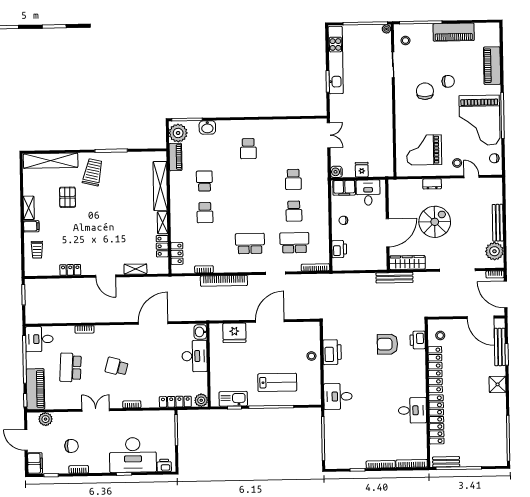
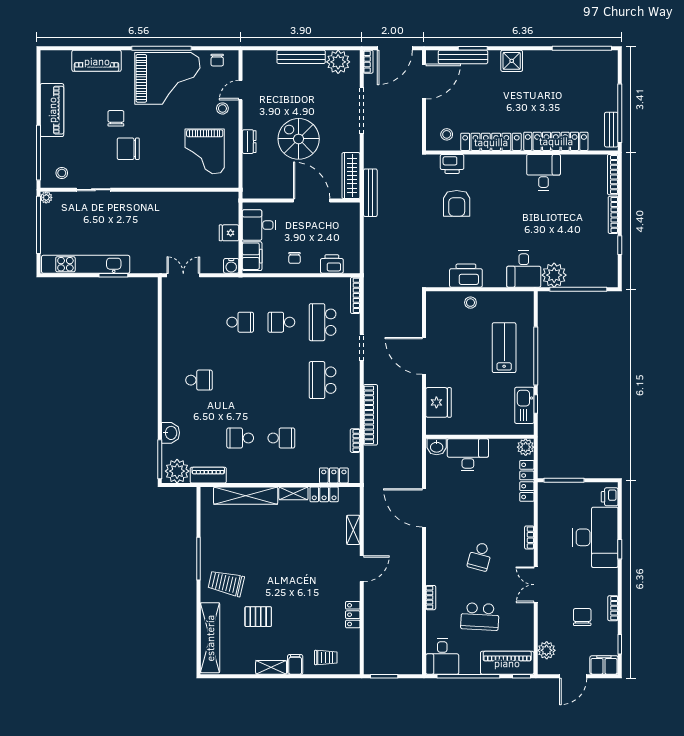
school desk: (294, 211) -> (281, 322), turned 180
plant: (334, 420) -> (554, 275), added

